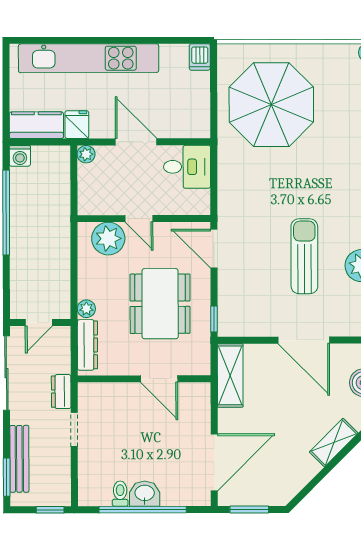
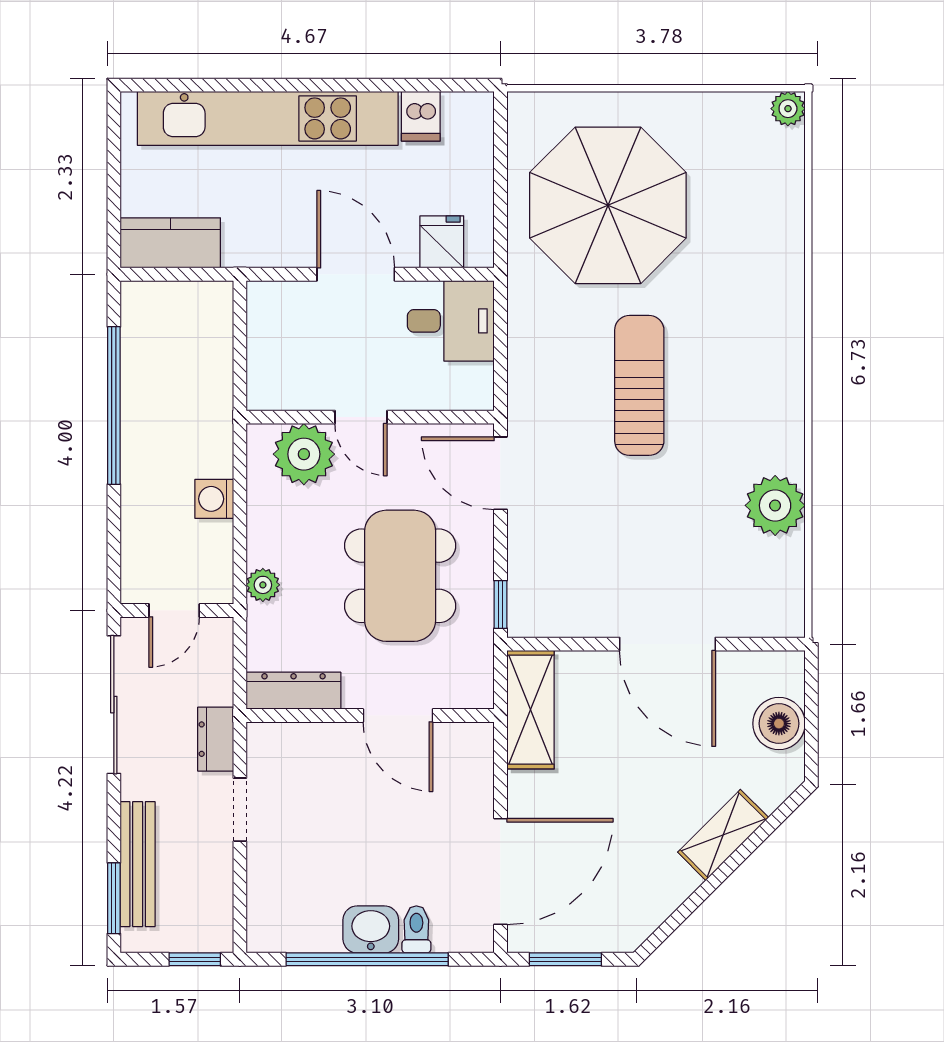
dishwasher: (200, 57) -> (421, 116), moved
fridge: (77, 125) -> (442, 242), moved
plant: (86, 154) -> (263, 297), removed
washing machine: (20, 156) -> (214, 499), moved, turned 90
sun lounger: (304, 256) -> (639, 385), moved
dresser: (87, 345) -> (294, 691), moved, turned -90
toilet: (120, 494) -> (416, 929), moved

